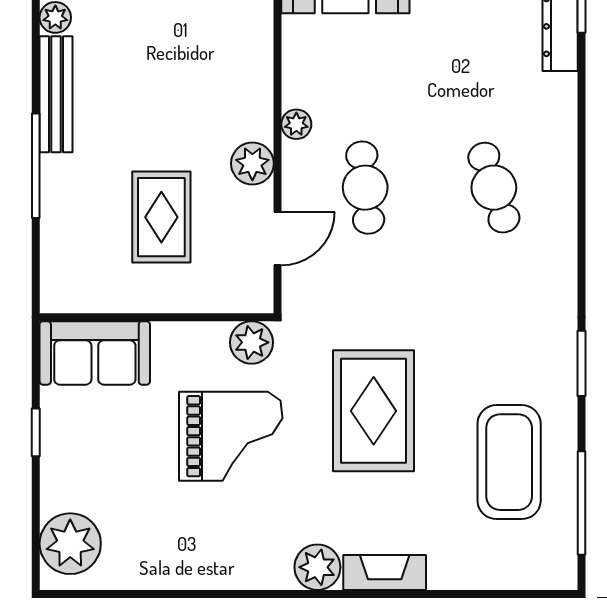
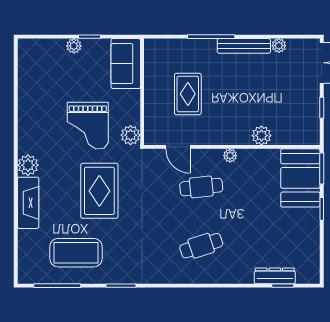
plant: (252, 164) -> (261, 136), moved
rug: (161, 217) -> (188, 94), turned 90
rug: (374, 411) -> (99, 191), turned 90
plant: (70, 544) -> (74, 46), moved, width x0.53, depth x0.53
fireplace: (385, 572) -> (28, 203), width x1.37, depth x1.32

